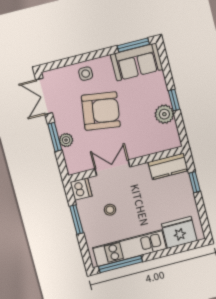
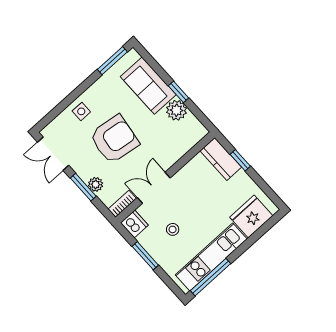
sofa: (137, 62) -> (148, 86), moved, turned 90
kitchen counter: (168, 166) -> (221, 159), moved, turned 90
bookcase: (80, 167) -> (122, 204), added

